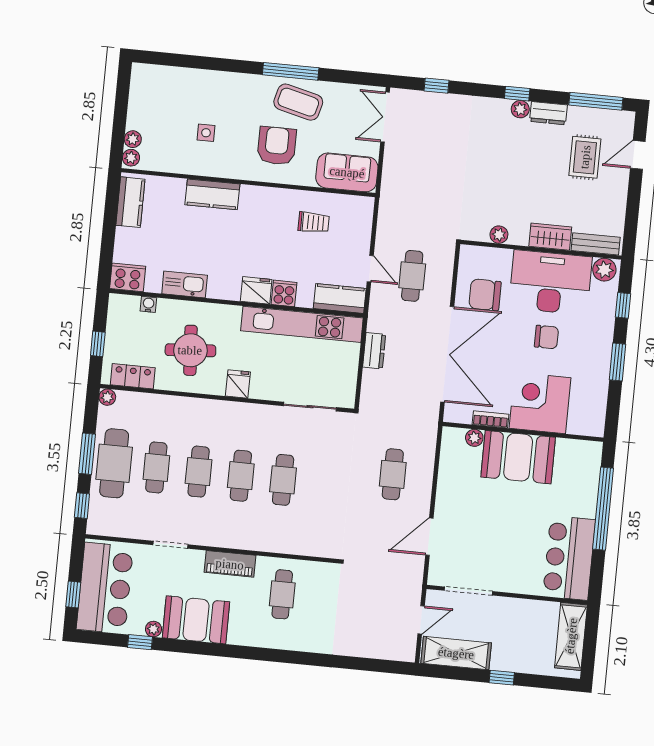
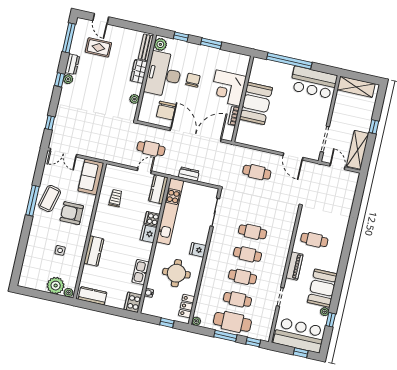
plant: (133, 139) -> (56, 286), width x1.87, depth x1.87
plant: (474, 438) -> (243, 126), removed

